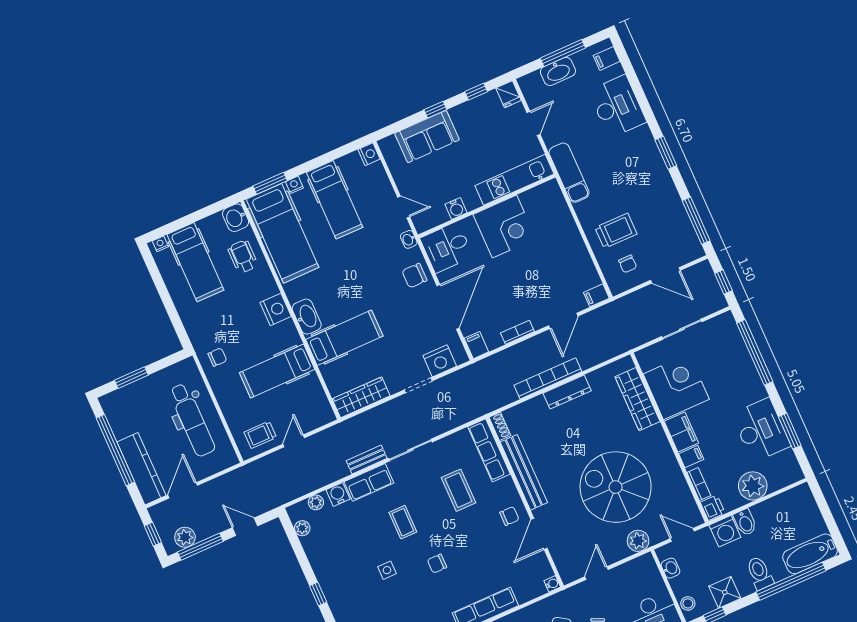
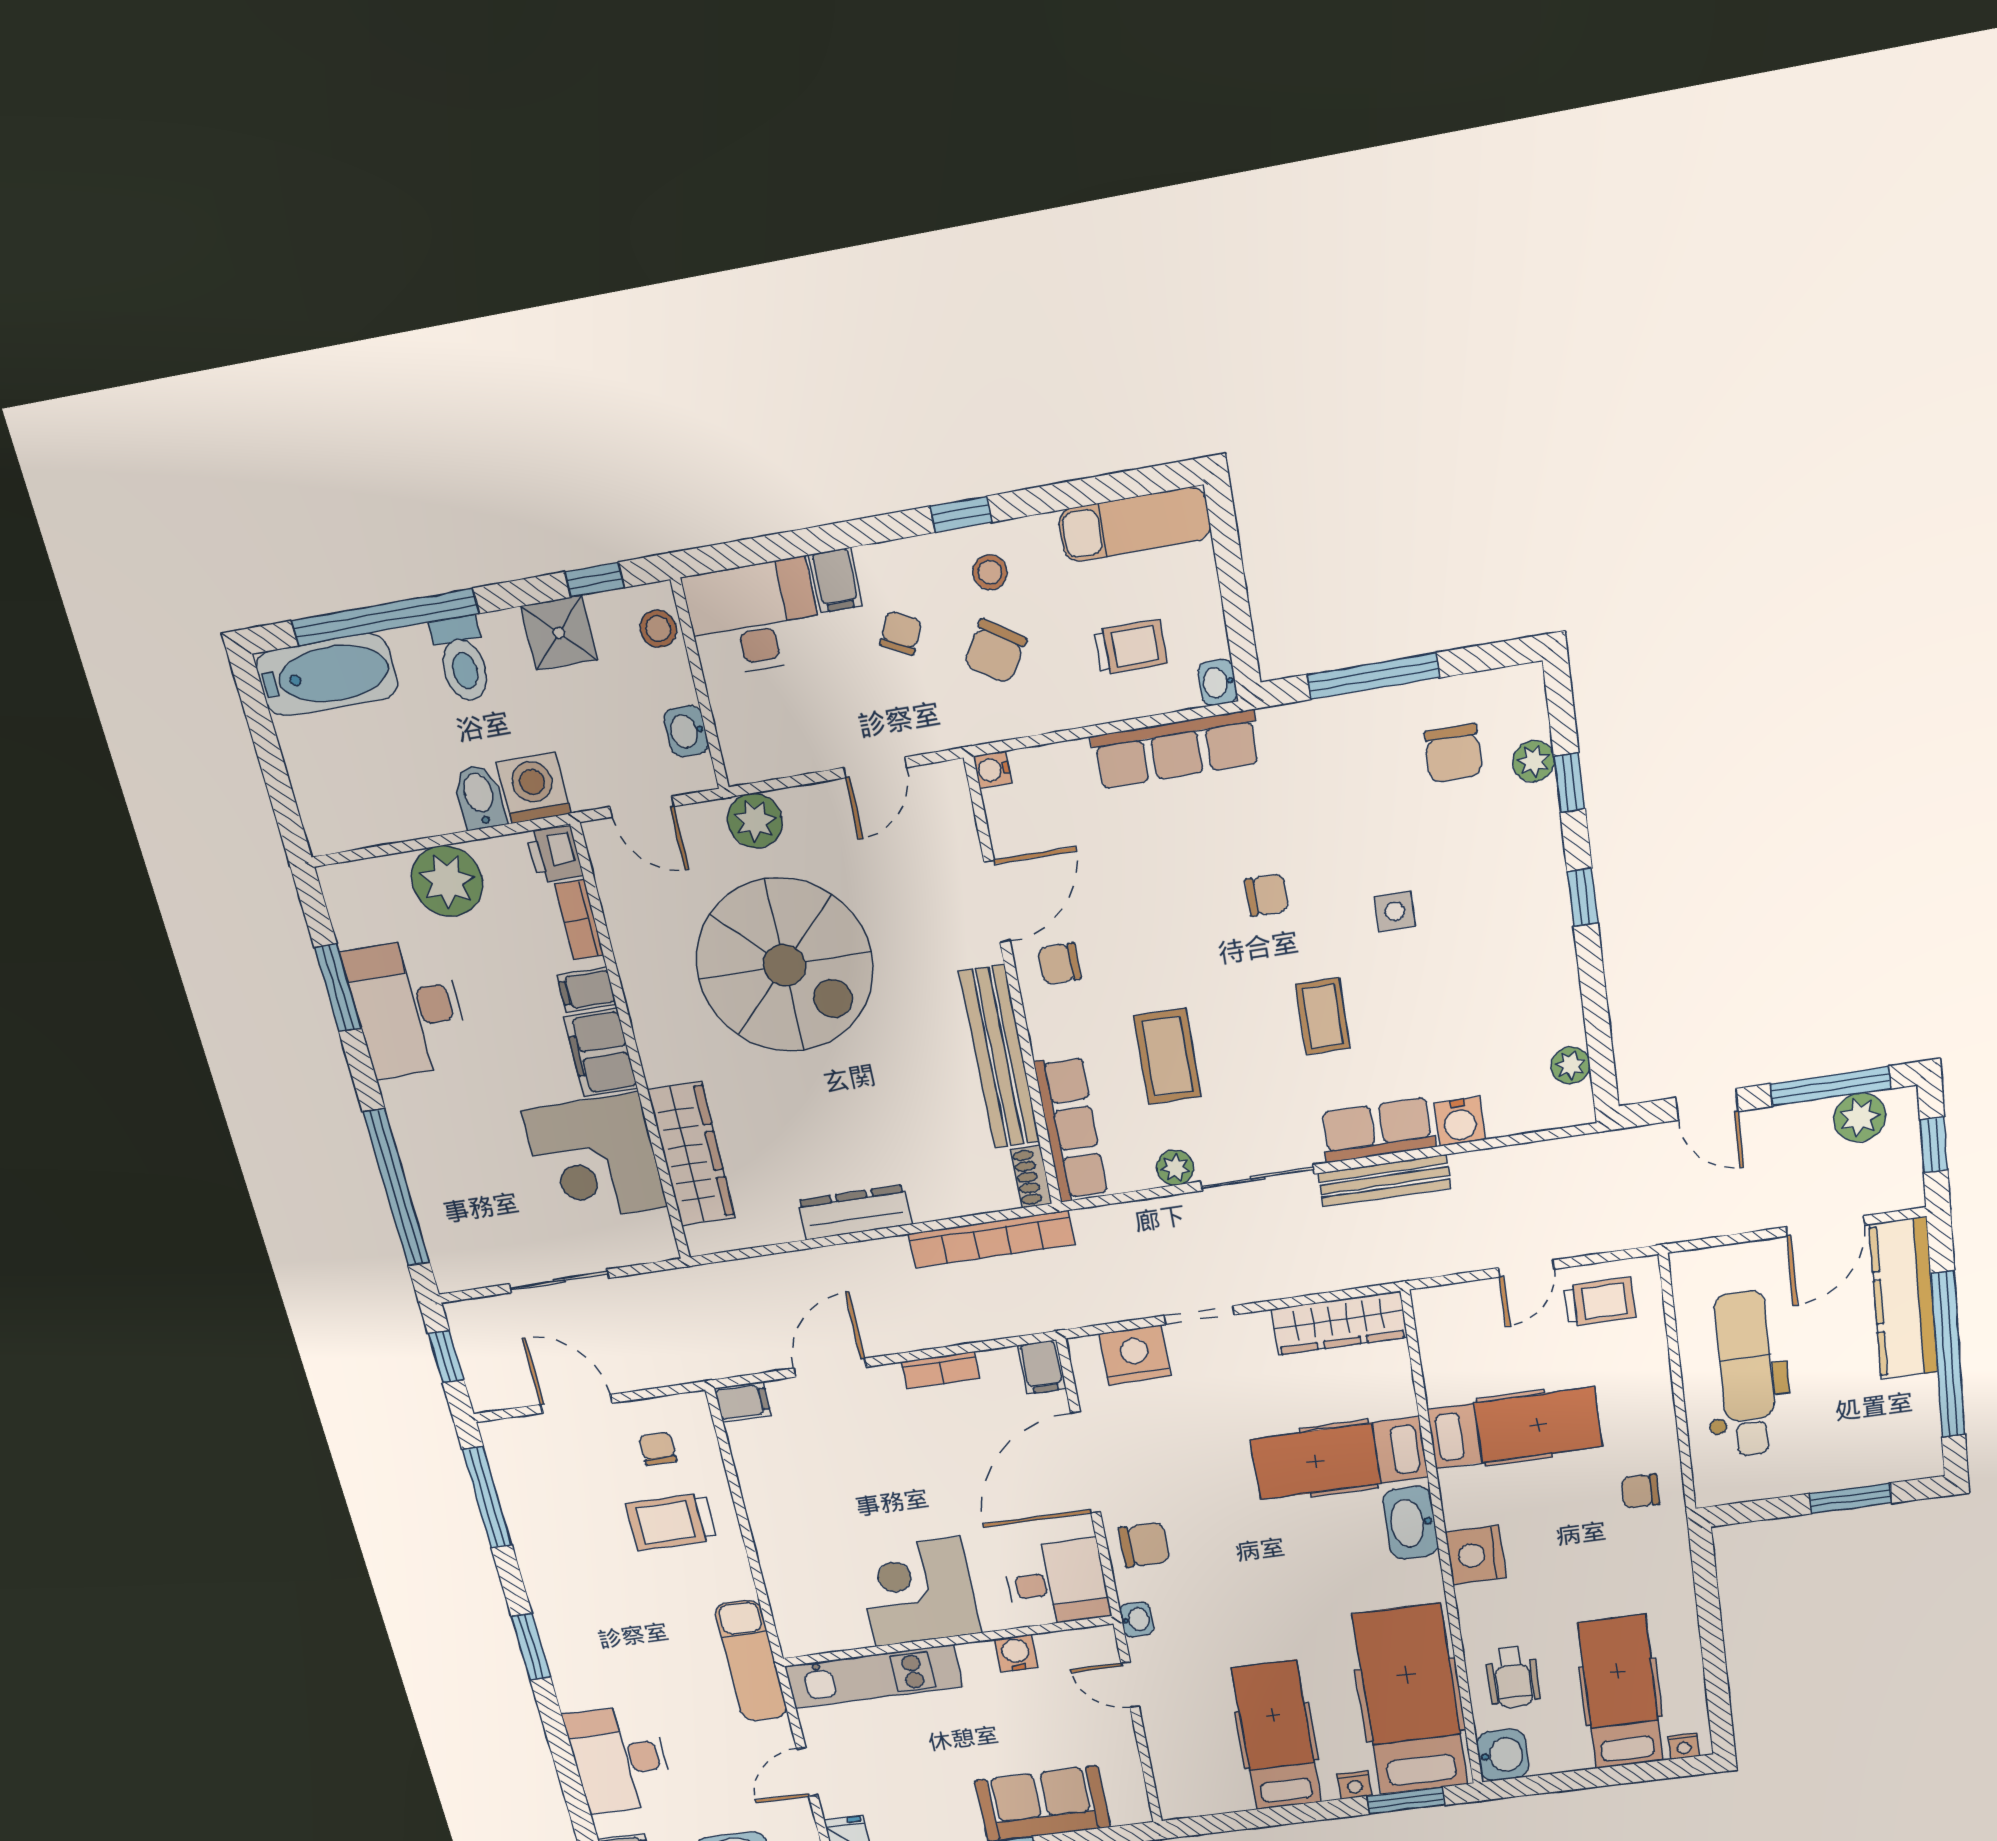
nightstand: (369, 154) -> (1176, 1802), removed
bookcase: (548, 378) -> (992, 1239), moved
bench: (367, 459) -> (1384, 1181), width x1.36
plant: (316, 502) -> (1175, 1168), moved

